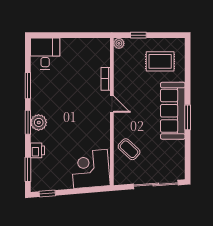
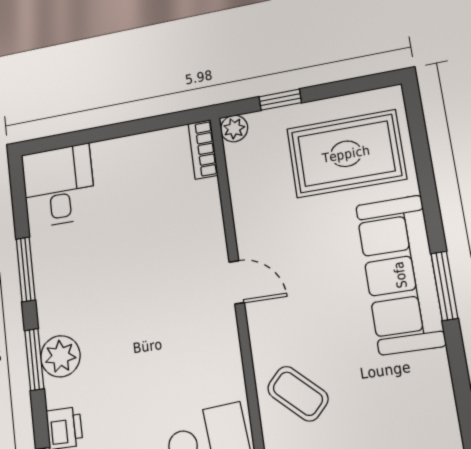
rug: (160, 61) -> (346, 154), width x1.36, depth x1.43
bookcase: (106, 79) -> (203, 149), moved

